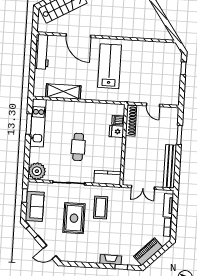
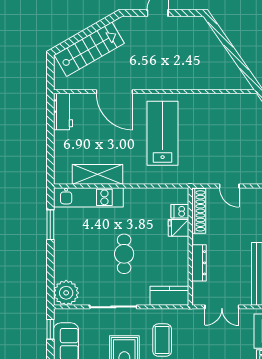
workbench: (42, 52) -> (63, 112), width x0.73
kitchen unit: (38, 123) -> (88, 197), moved, turned 90
dresser: (129, 156) -> (199, 263), added

